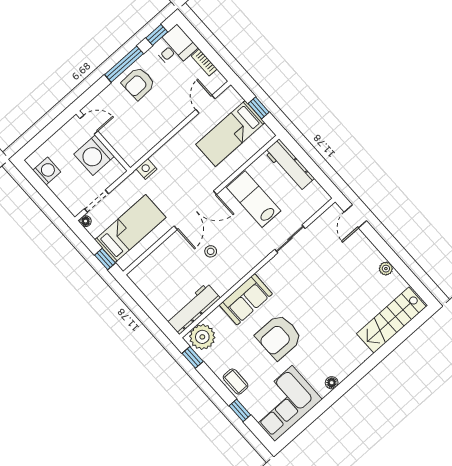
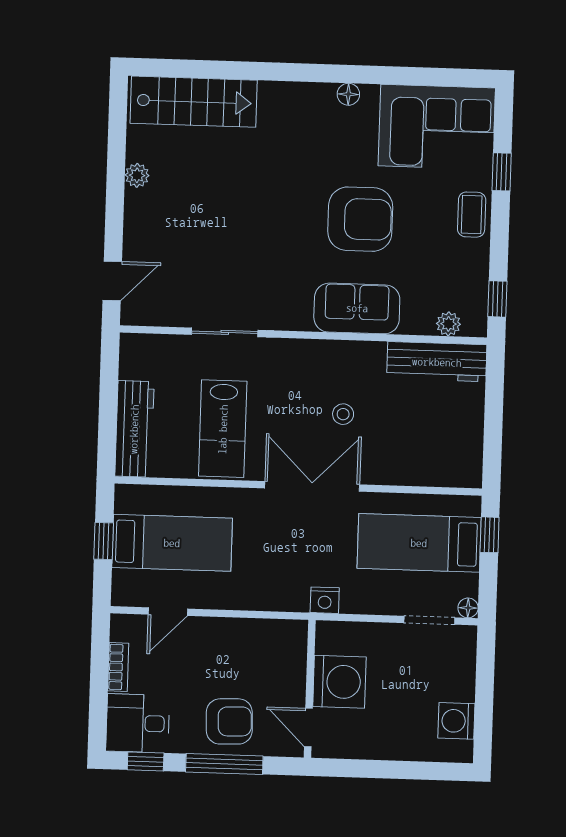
door: (89, 125) -> (308, 728), moved
wall: (103, 141) -> (310, 689), moved
washing machine: (94, 155) -> (339, 682), moved
plant: (202, 337) -> (448, 324), width x0.53, depth x0.53

